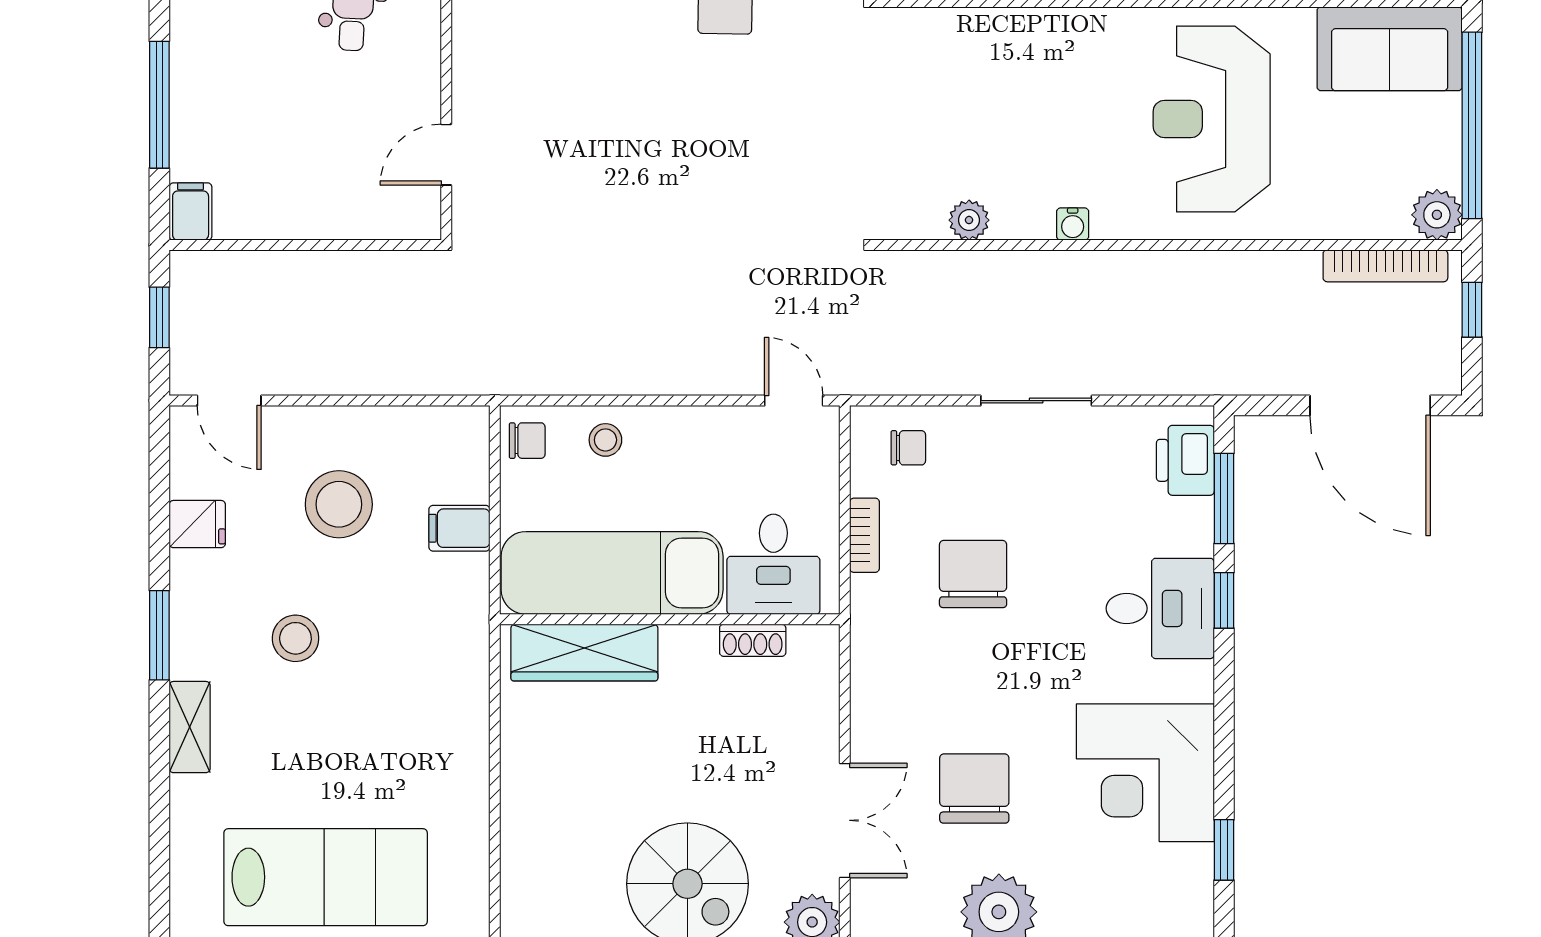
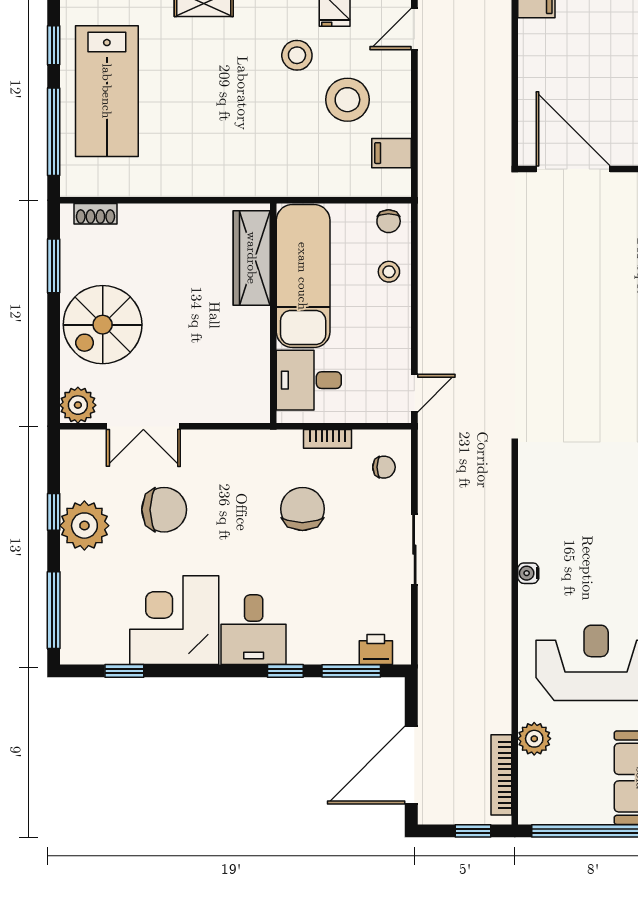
door: (446, 155) -> (573, 169), width x1.87
plant: (1437, 215) -> (534, 739), moved
plant: (969, 220) -> (531, 506), removed
chair: (908, 448) -> (384, 467), turned -90
printer: (1185, 460) -> (376, 650), width x0.73, depth x0.81
filing cabinet: (459, 528) -> (392, 153), moved, turned -90
chair: (973, 574) -> (302, 509), turned -90
desk: (1160, 608) -> (254, 630), moved
stool: (295, 638) -> (297, 55), moved
shoe rack: (753, 640) -> (95, 214), moved, turned -90

